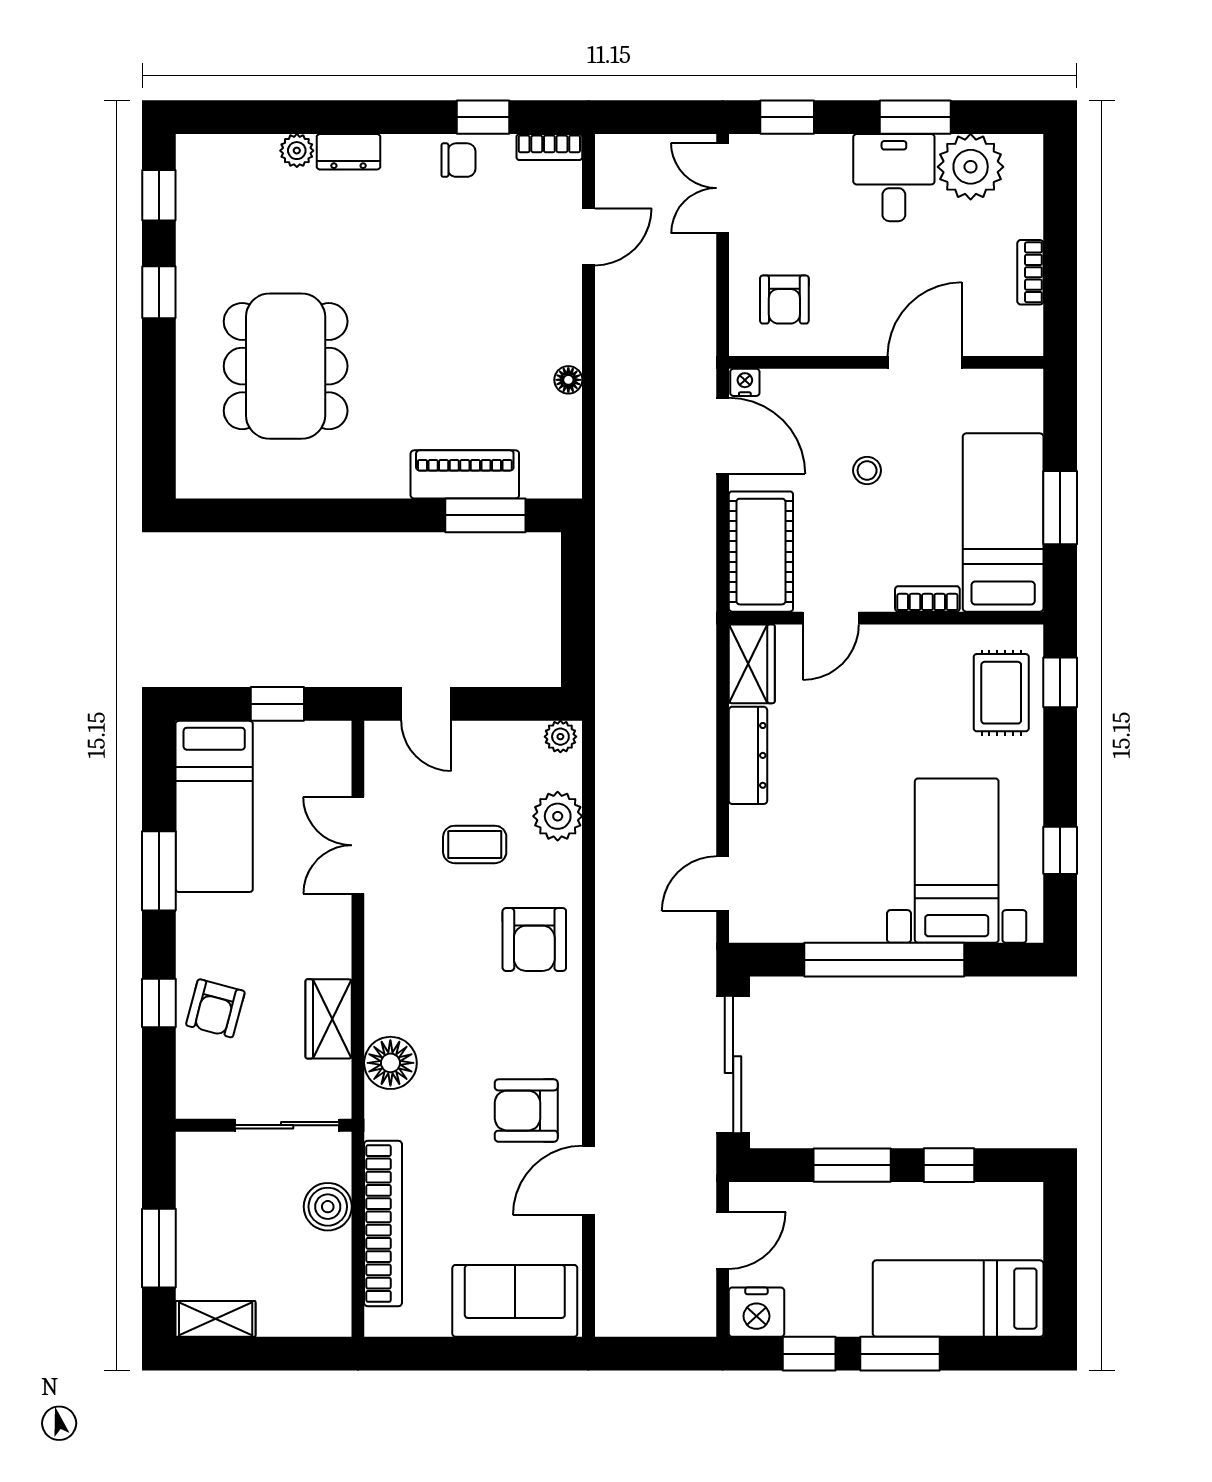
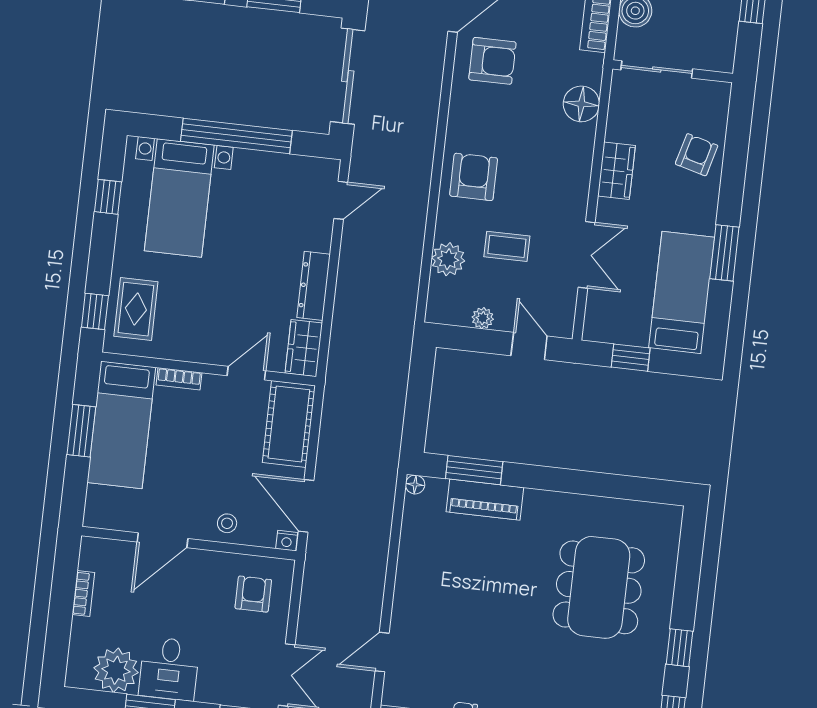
floor lamp: (568, 380) -> (415, 485), moved
stool: (867, 470) -> (227, 523), moved
plant: (560, 737) -> (483, 318), moved
window: (159, 1003) -> (735, 163), removed
wardrobe: (329, 1019) -> (616, 171), moved

